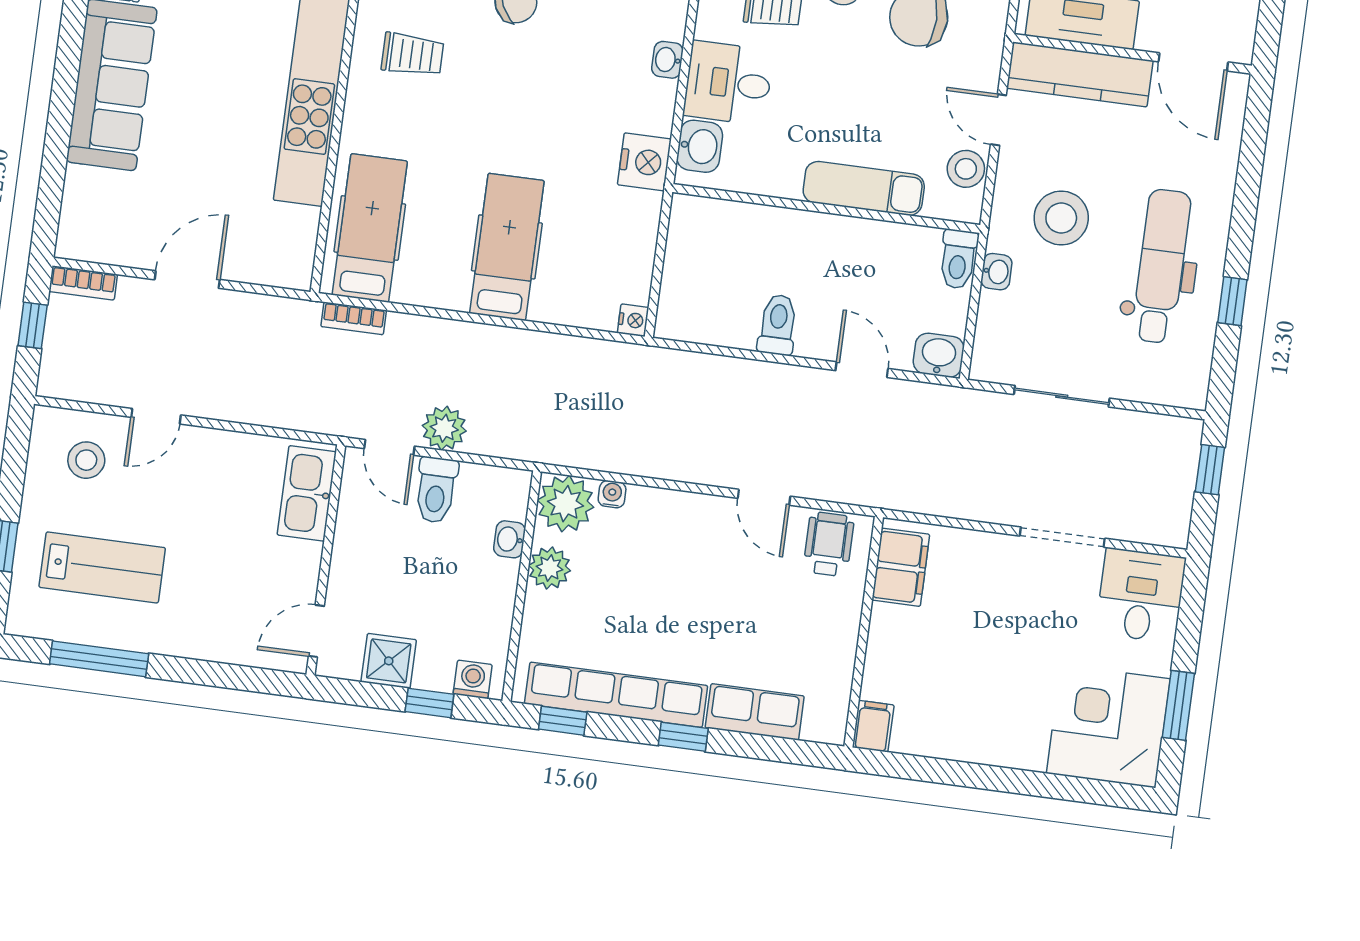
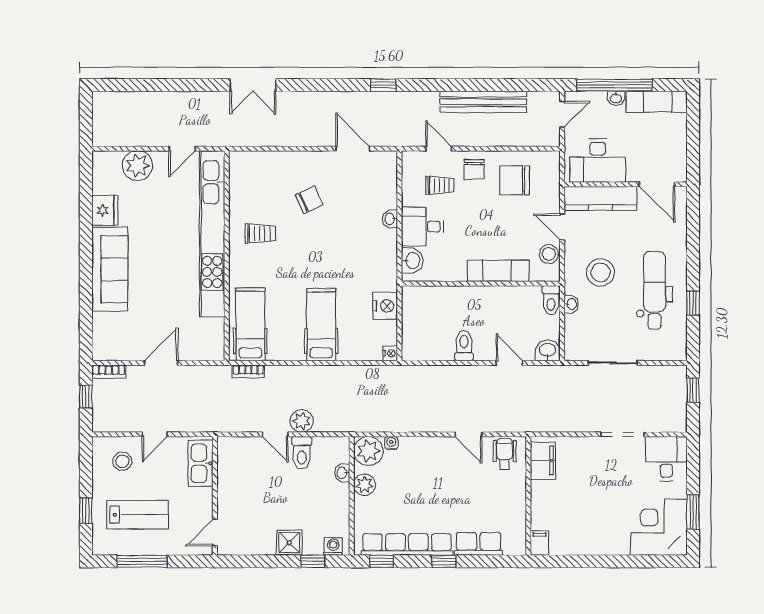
nightstand: (644, 162) -> (385, 306), moved
kitchen sink: (307, 493) -> (201, 463), moved
wall: (326, 560) -> (215, 496), moved
door: (316, 631) -> (215, 532), moved

